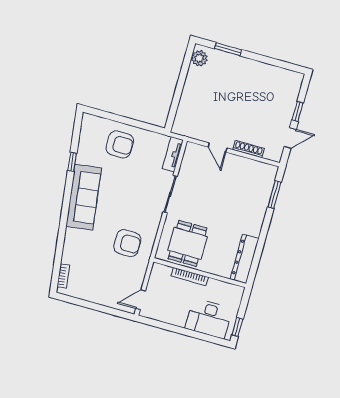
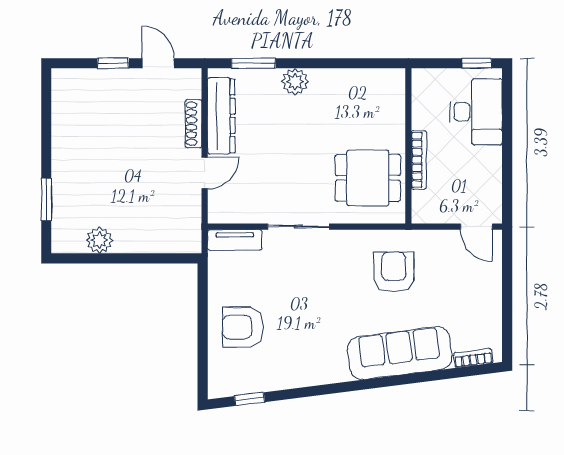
plant: (199, 58) -> (99, 240), moved
armchair: (120, 144) -> (243, 327), turned -90
window: (72, 162) -> (250, 399), moved
sofa: (84, 197) -> (400, 353), moved
plant: (257, 216) -> (295, 82), added
dresser: (245, 259) -> (221, 116), moved, turned -90

